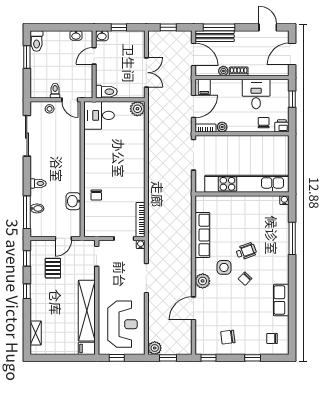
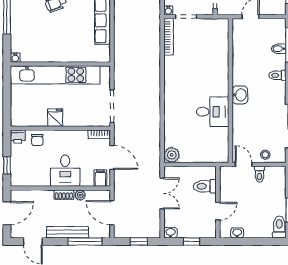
washbasin: (102, 36) -> (170, 233), moved
bench: (215, 36) -> (67, 232), moved
double door: (146, 73) -> (162, 193), swing flipped
toilet: (106, 92) -> (205, 186), moved
desk: (256, 94) -> (65, 171), moved
door: (194, 106) -> (112, 157), swing flipped
desk: (99, 115) -> (213, 112), moved
plant: (222, 127) -> (81, 135), removed
fridge: (247, 144) -> (55, 118), added
chair: (96, 195) -> (215, 63), removed
washbasin: (73, 201) -> (240, 95), moved

